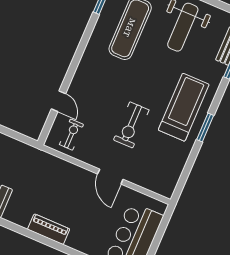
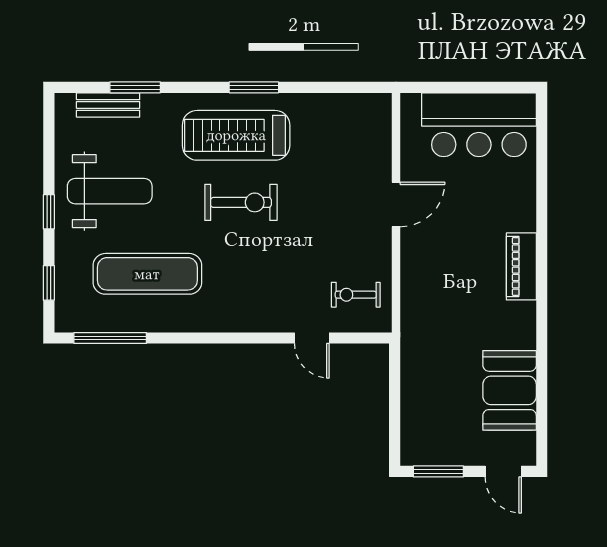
door: (58, 101) -> (312, 338), swing flipped
exercise bike: (131, 125) -> (241, 202), moved

